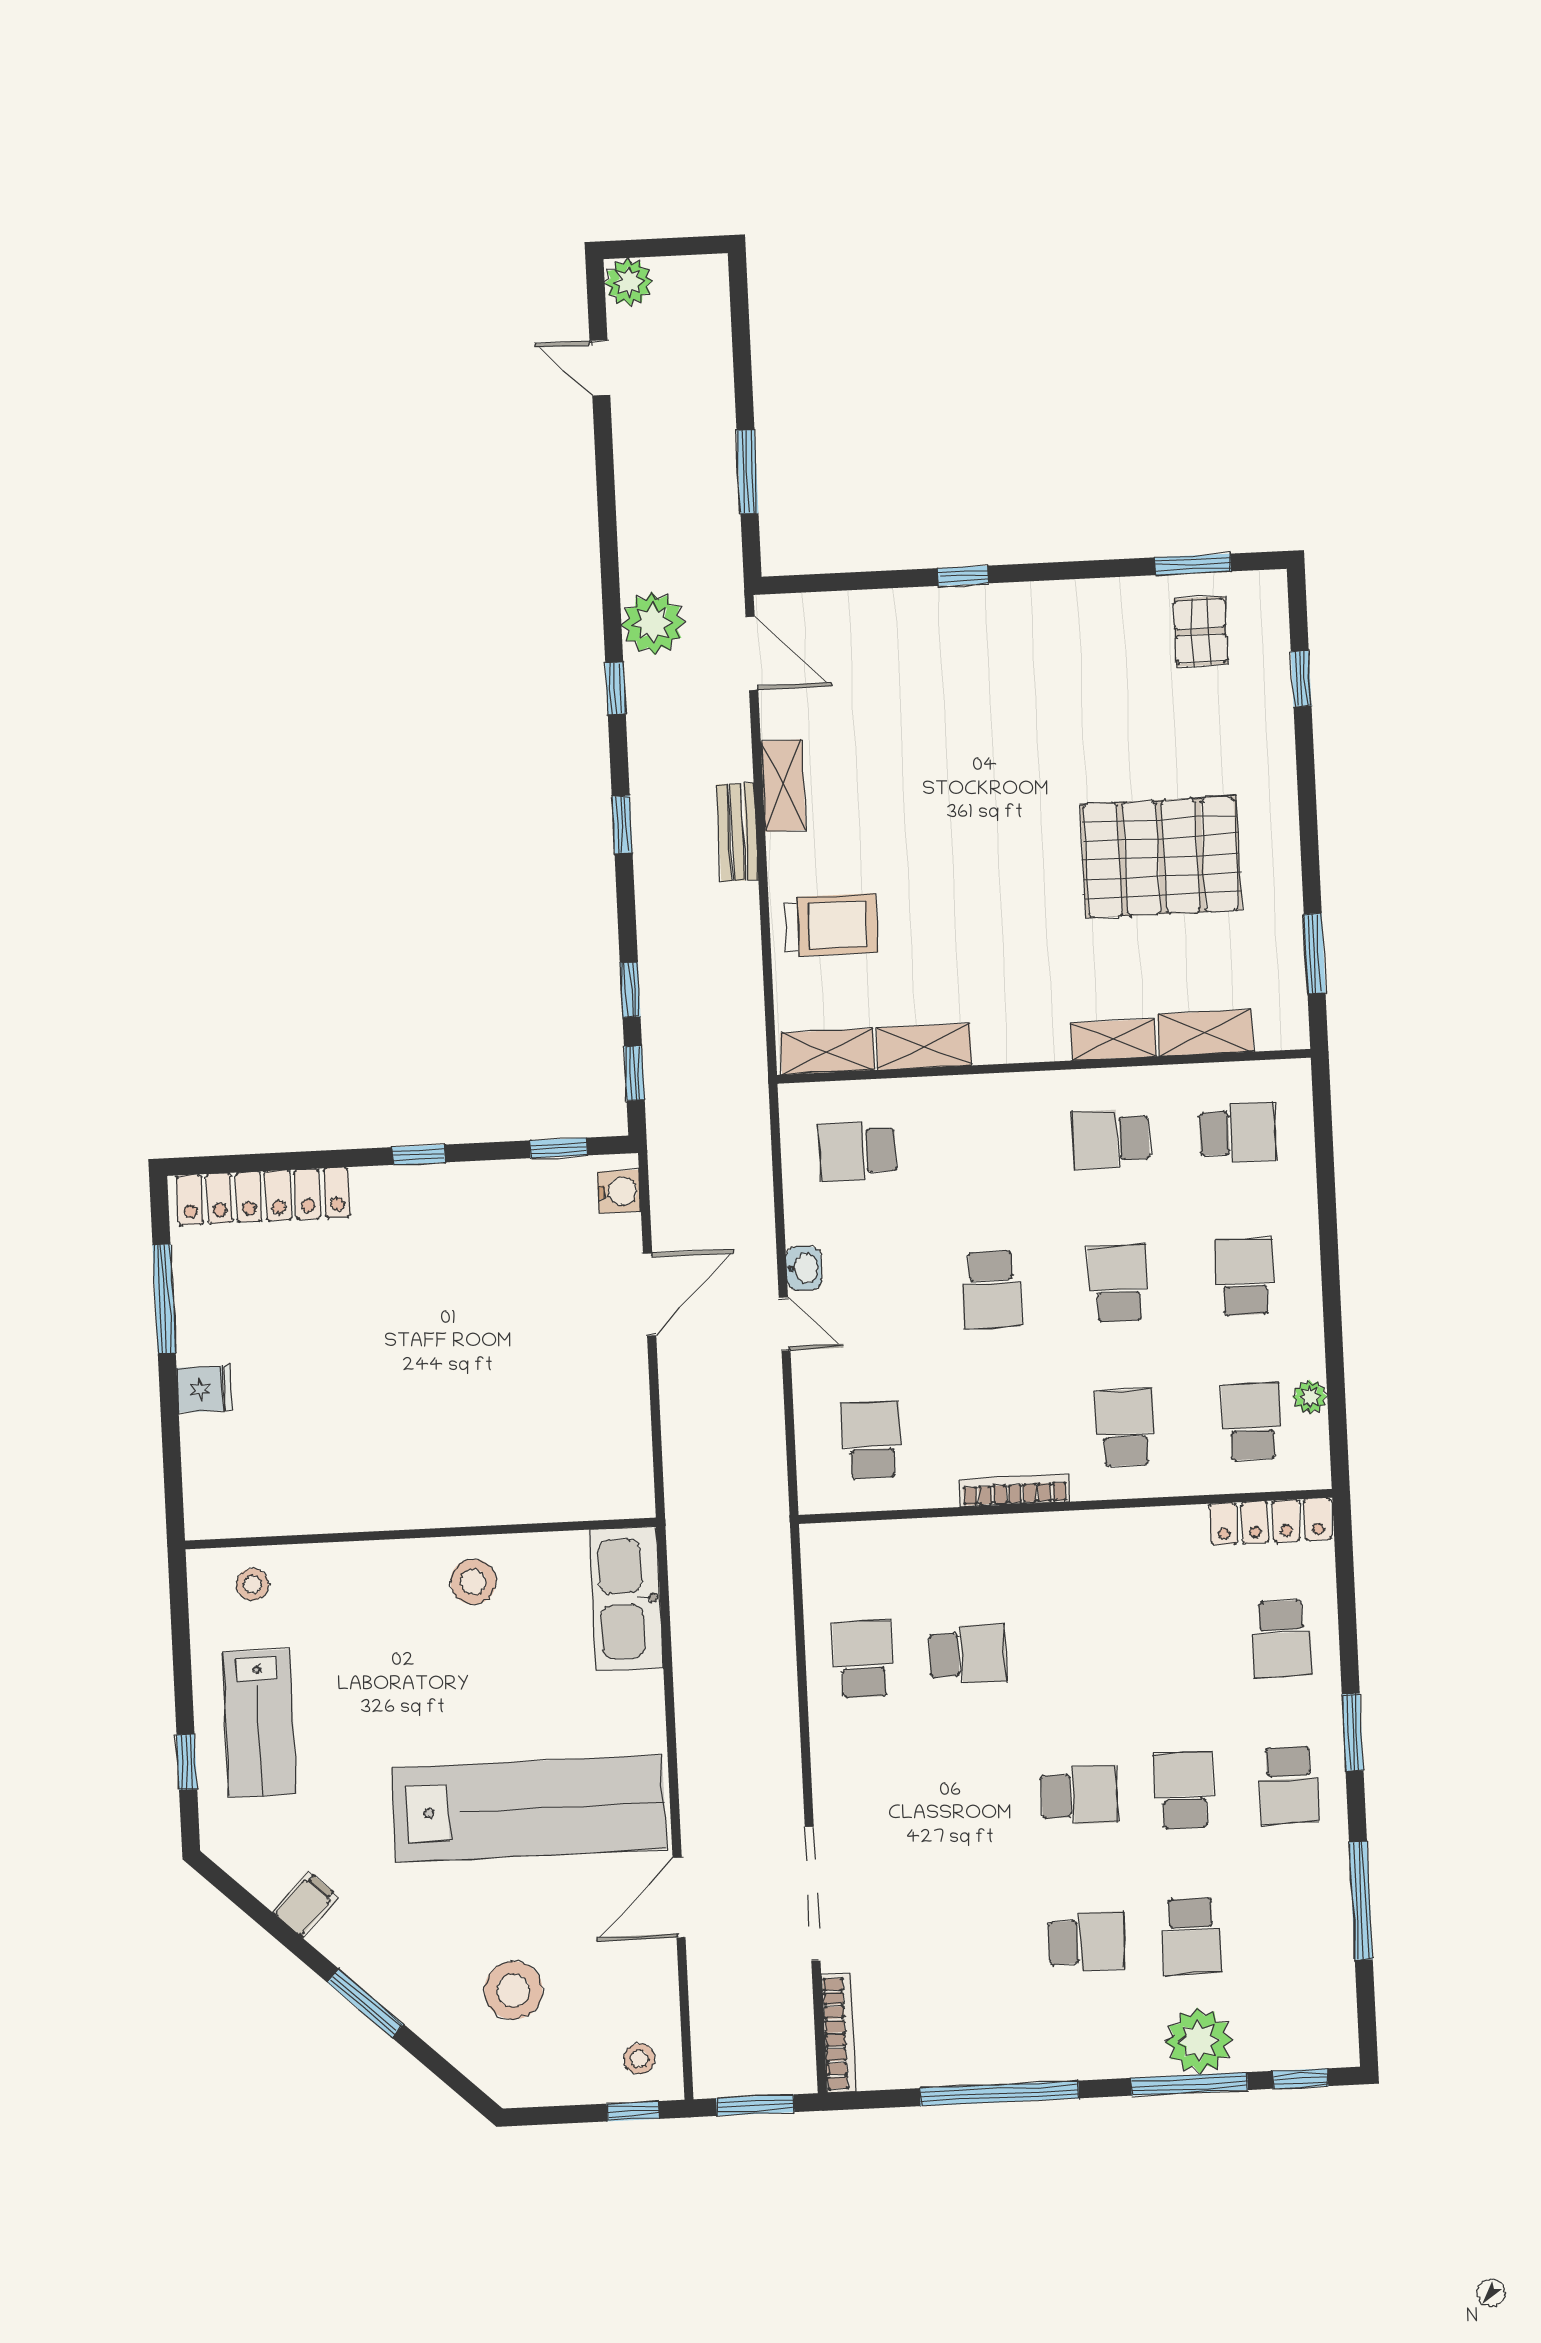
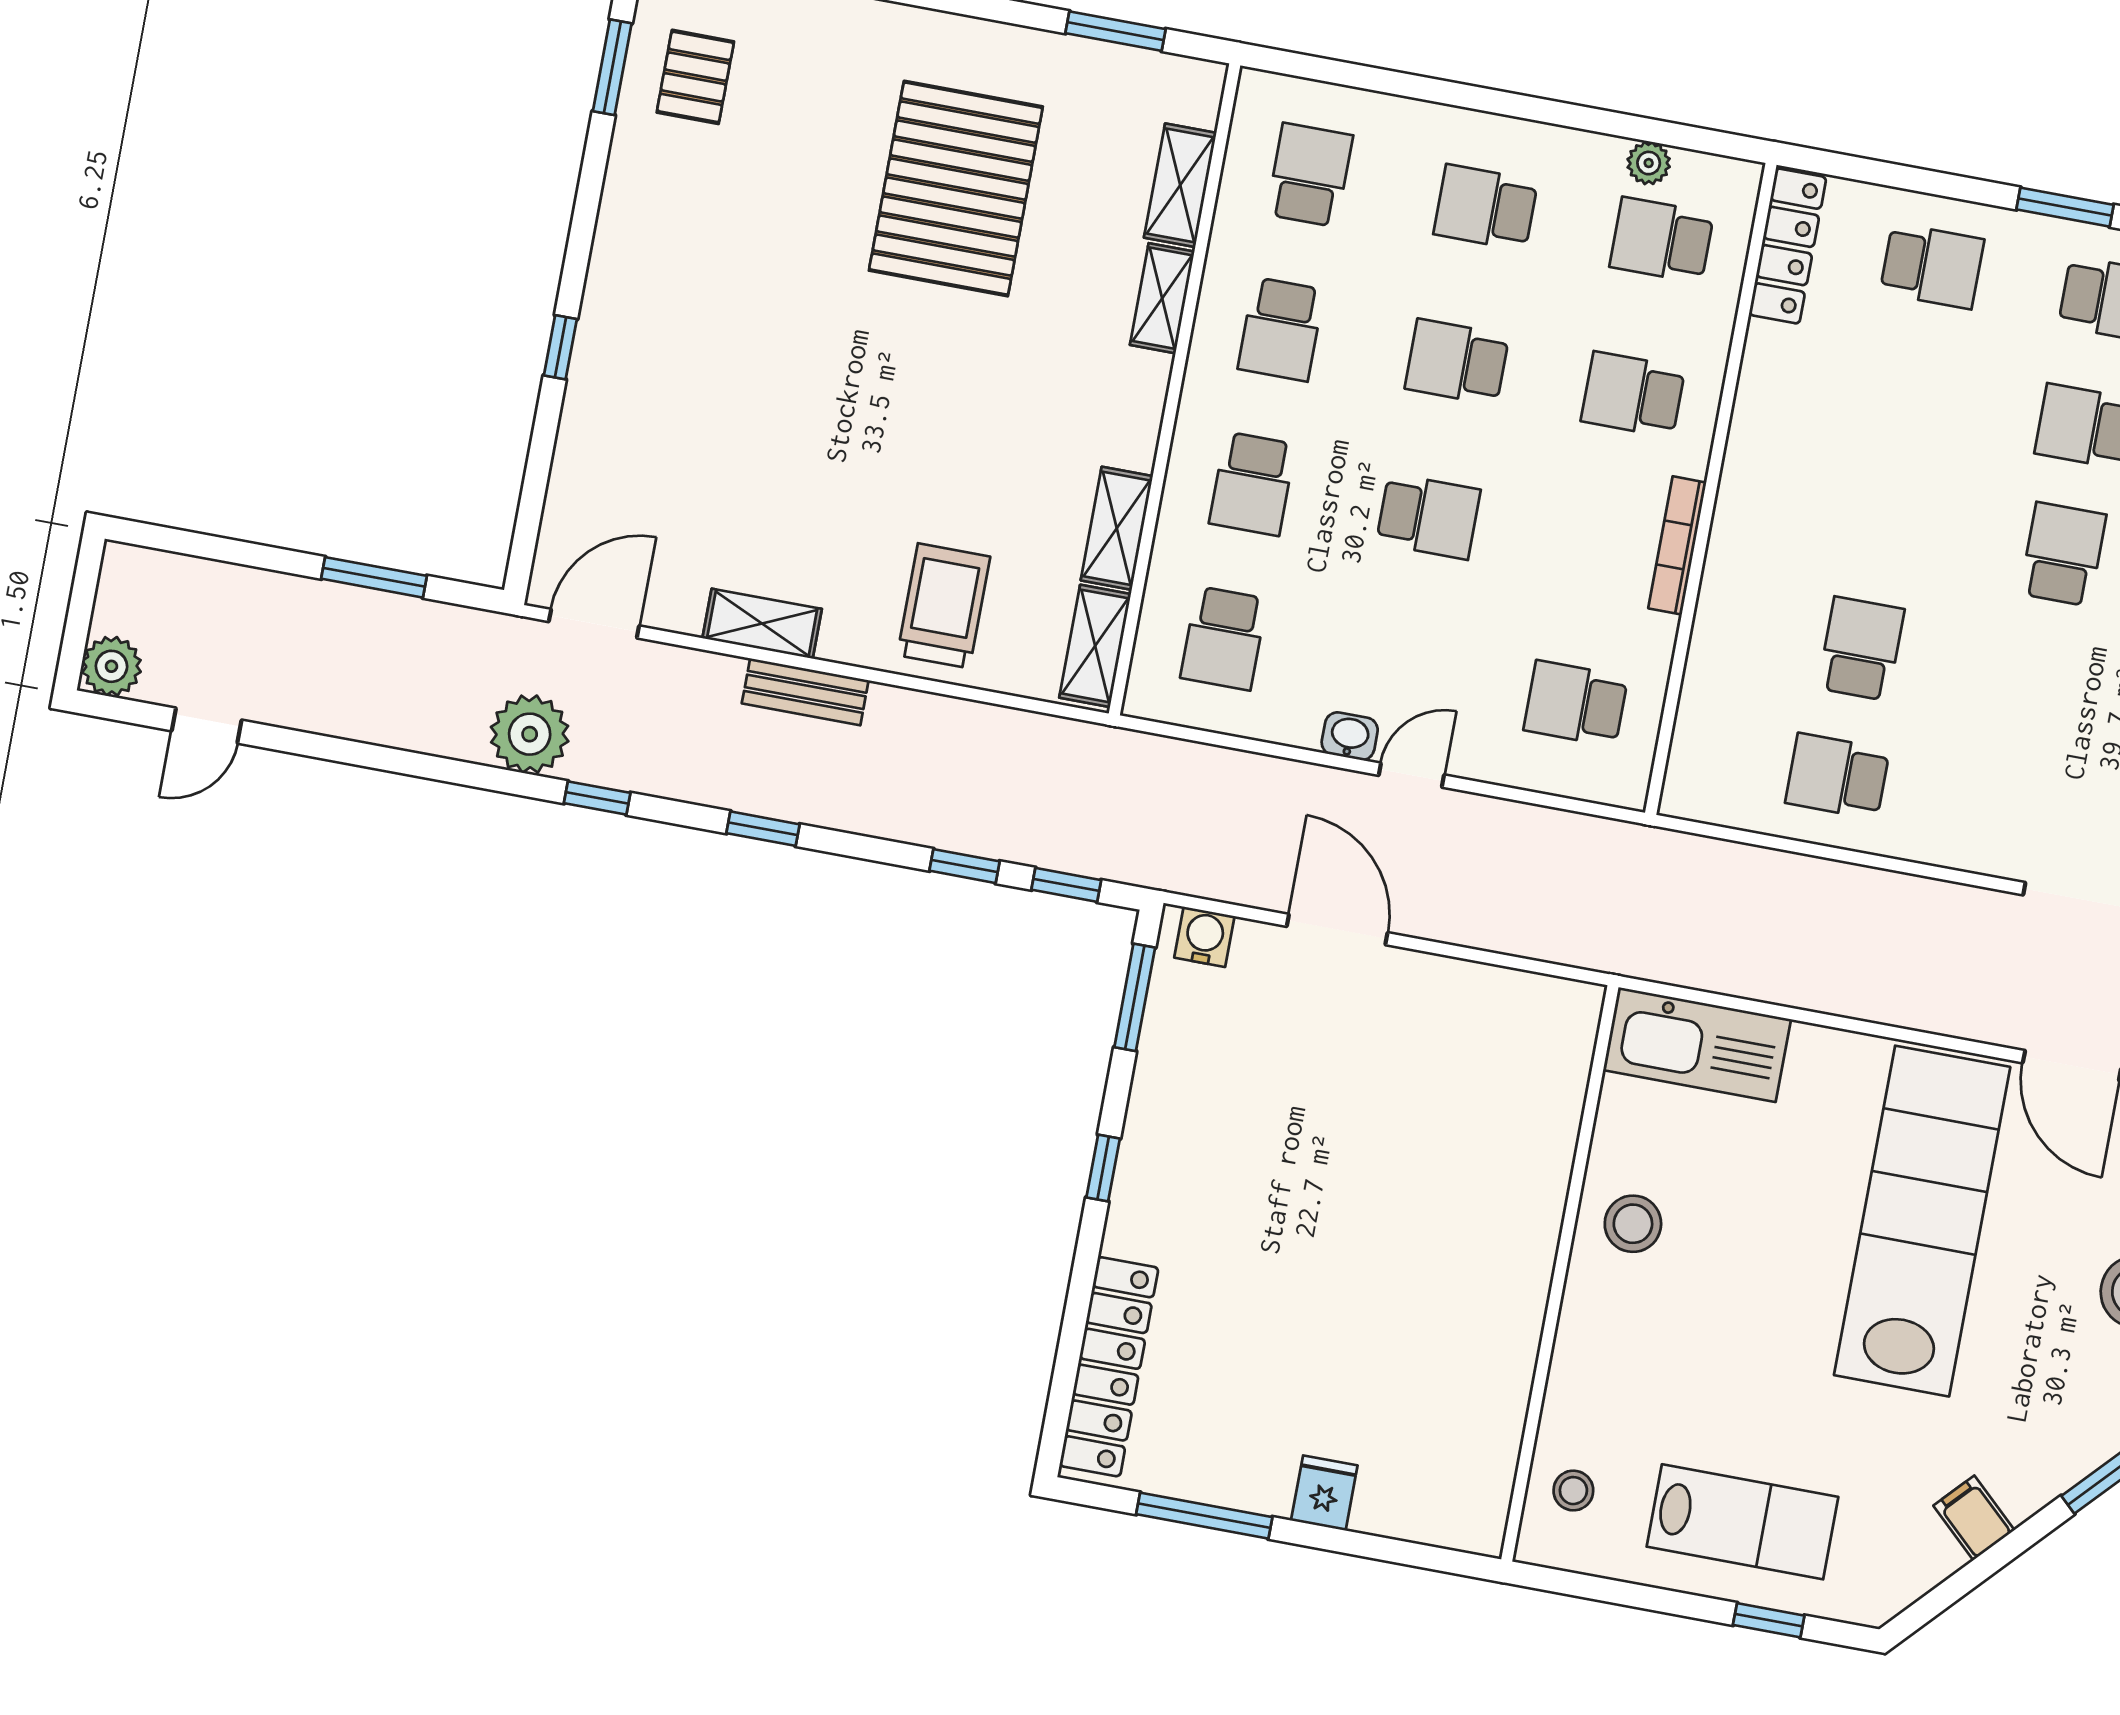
pallet: (1201, 631) -> (695, 77), turned 90
school desk: (984, 1145) -> (1252, 484), added
window: (559, 1148) -> (1135, 997), width x1.50

